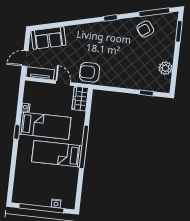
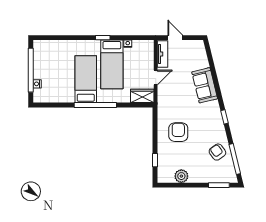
sofa: (48, 38) -> (205, 85), moved
armchair: (90, 72) -> (178, 132), moved

